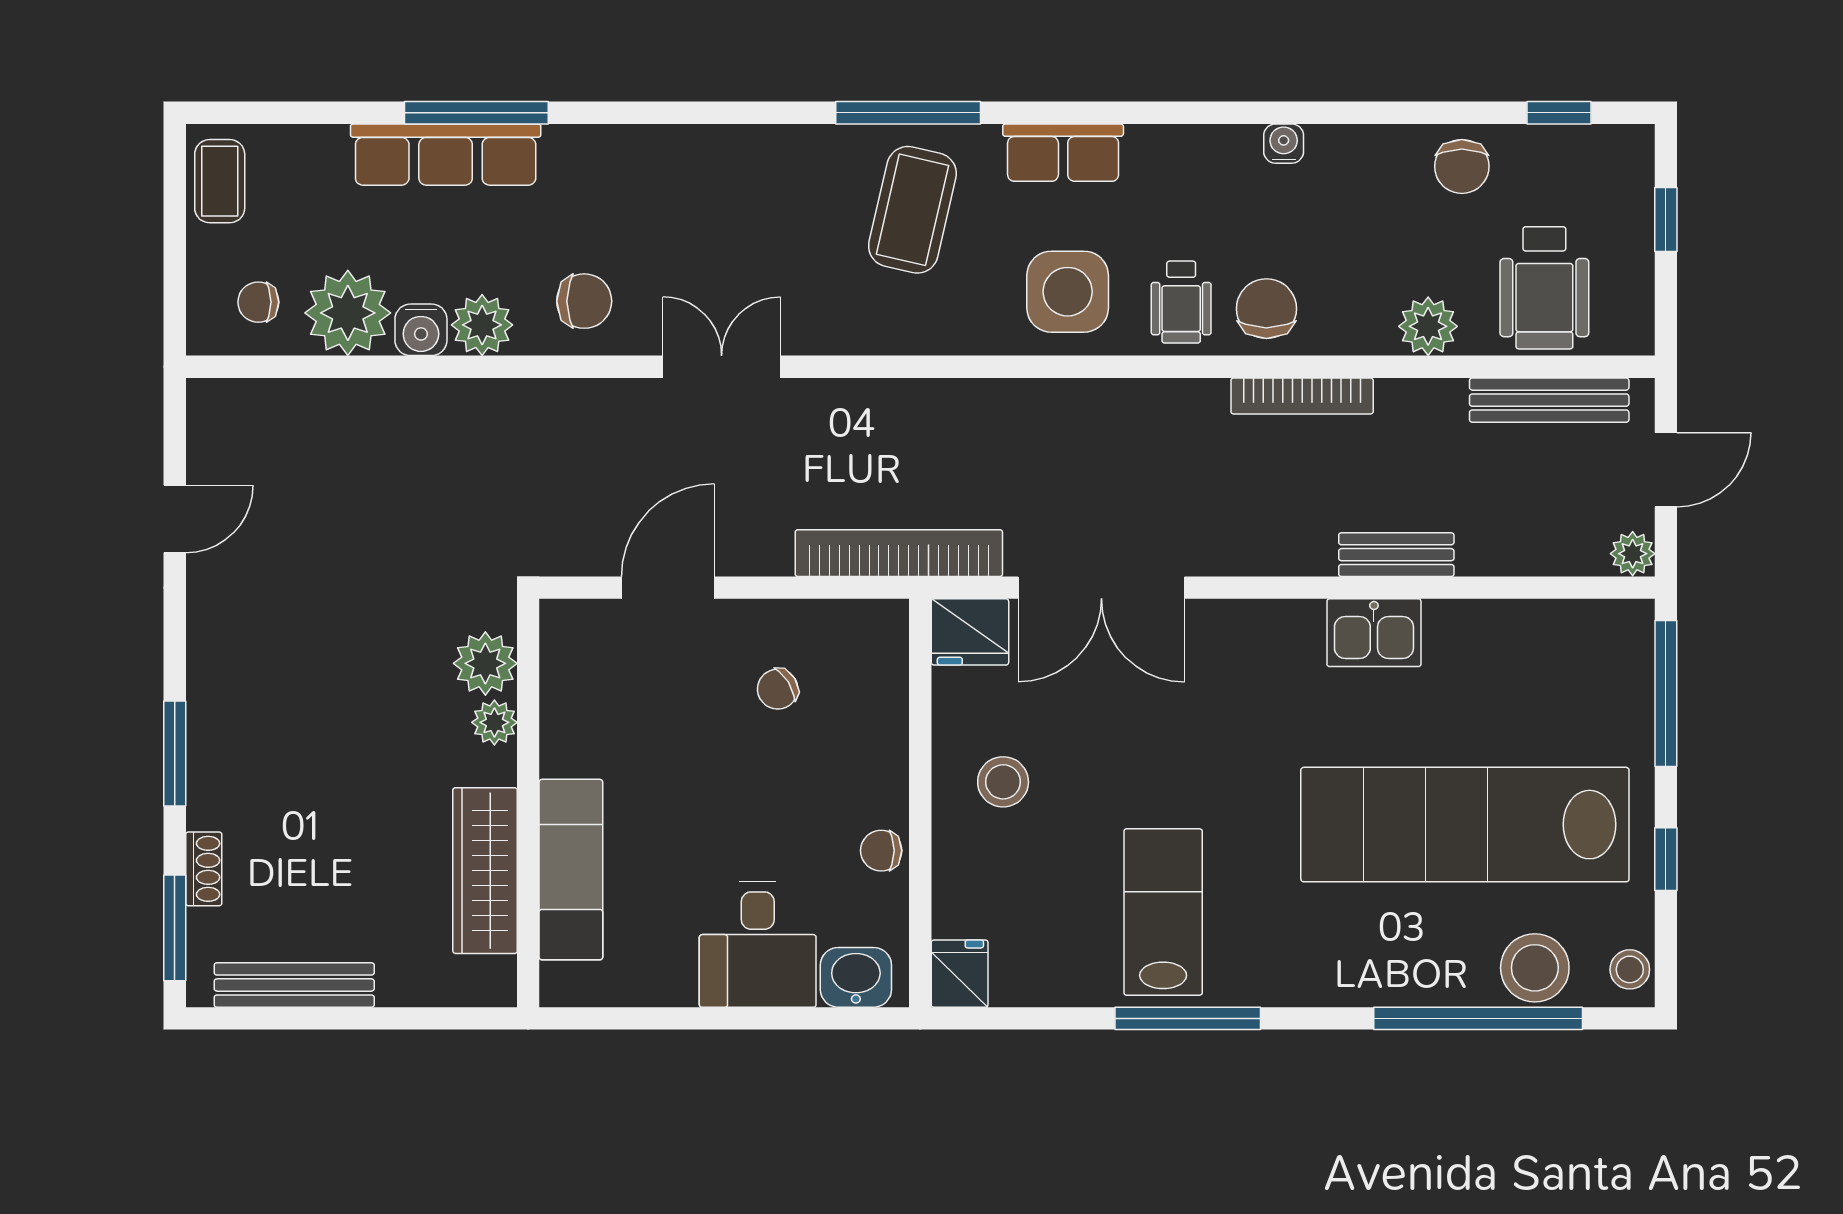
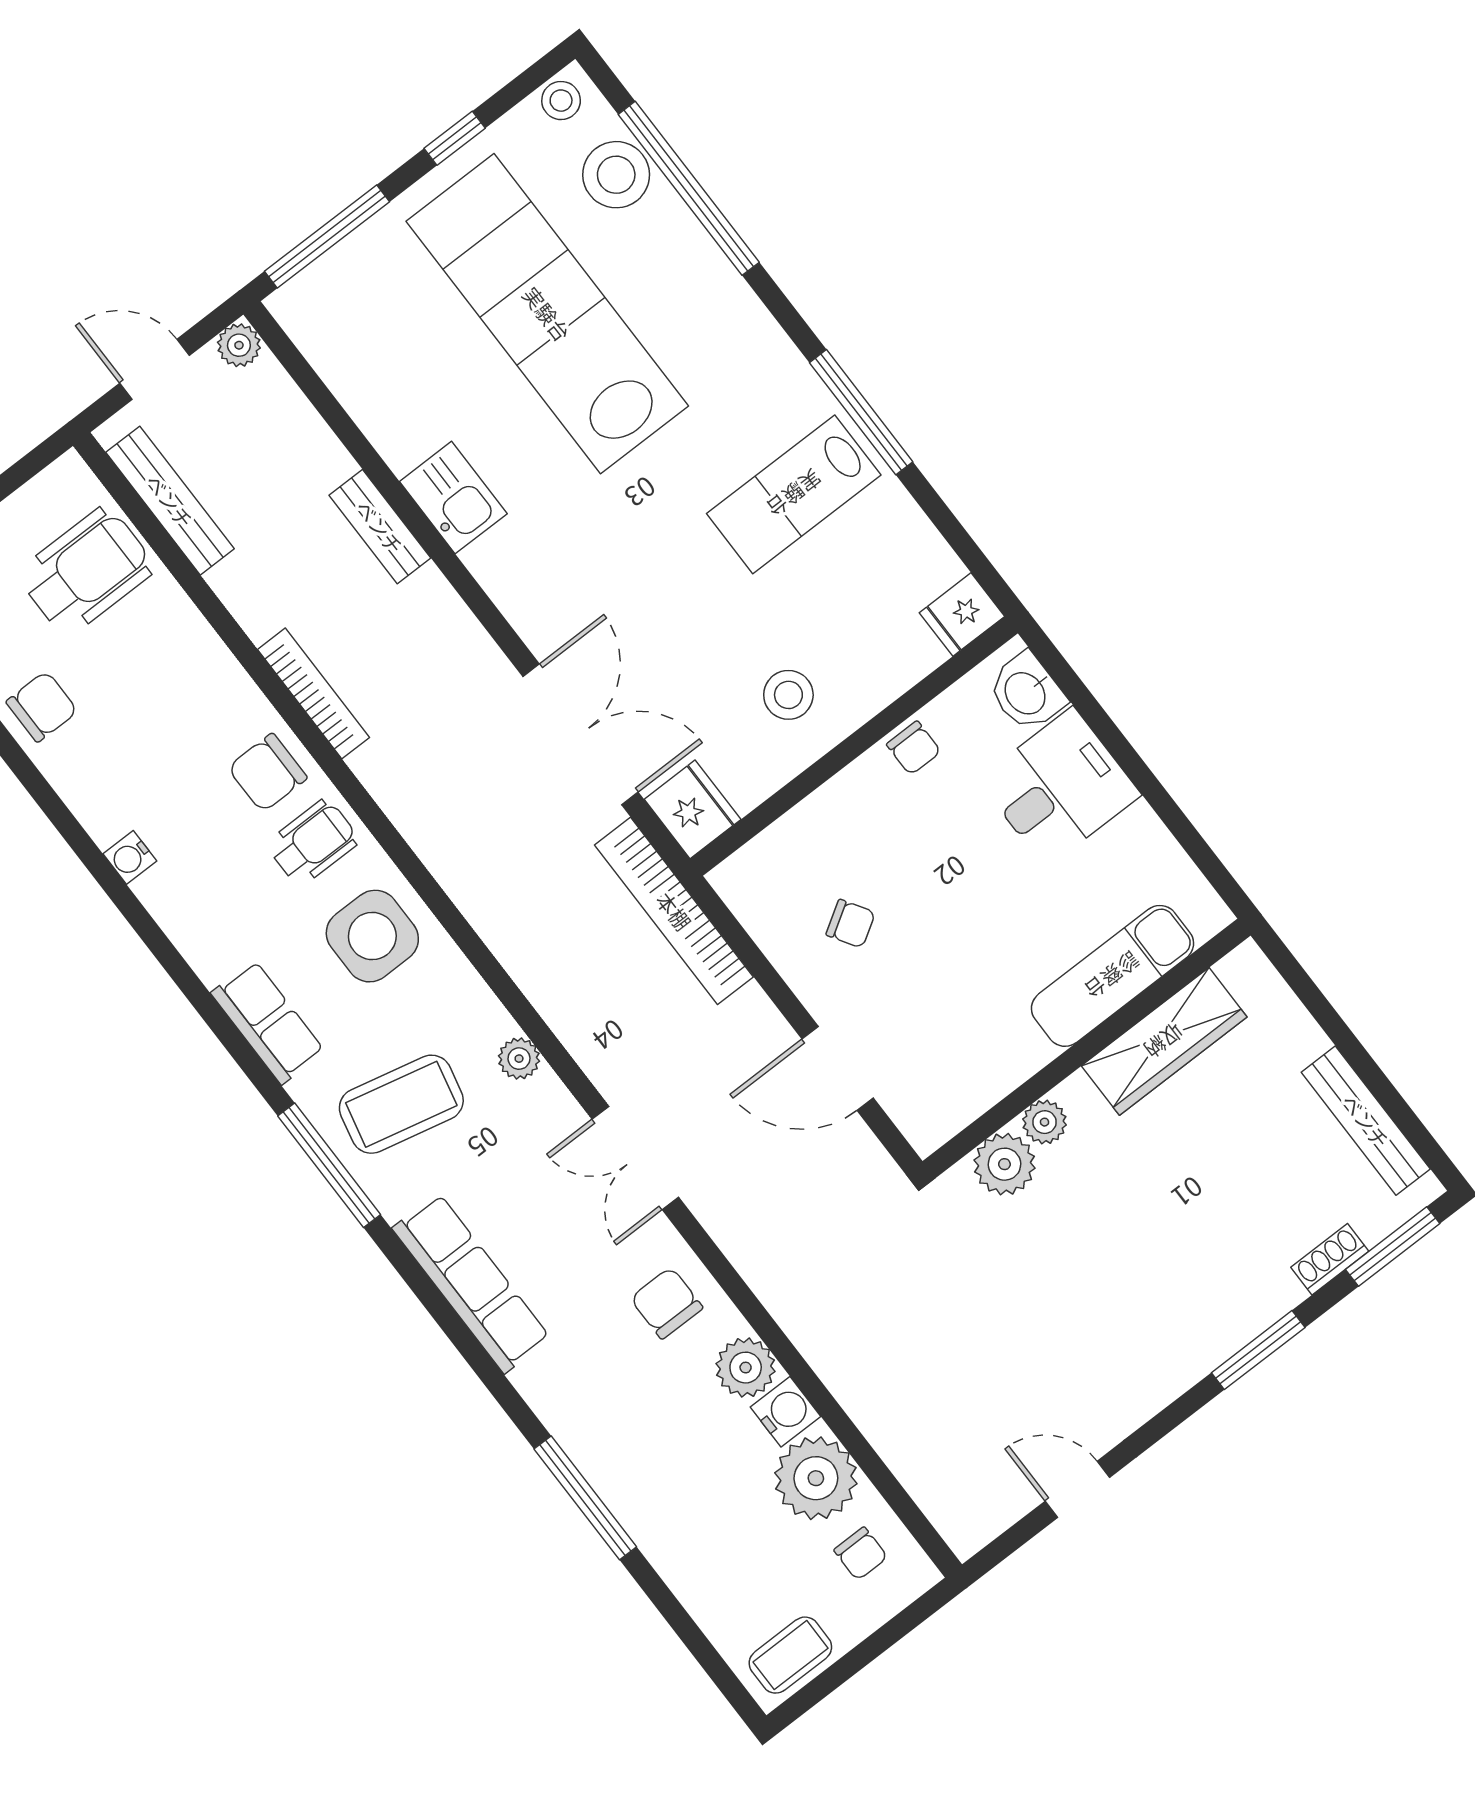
row of seats: (446, 155) -> (471, 1283), moved
plant: (1428, 326) -> (519, 1059), moved, width x0.73, depth x0.73
lab bench: (1465, 825) -> (547, 314), turned 180

